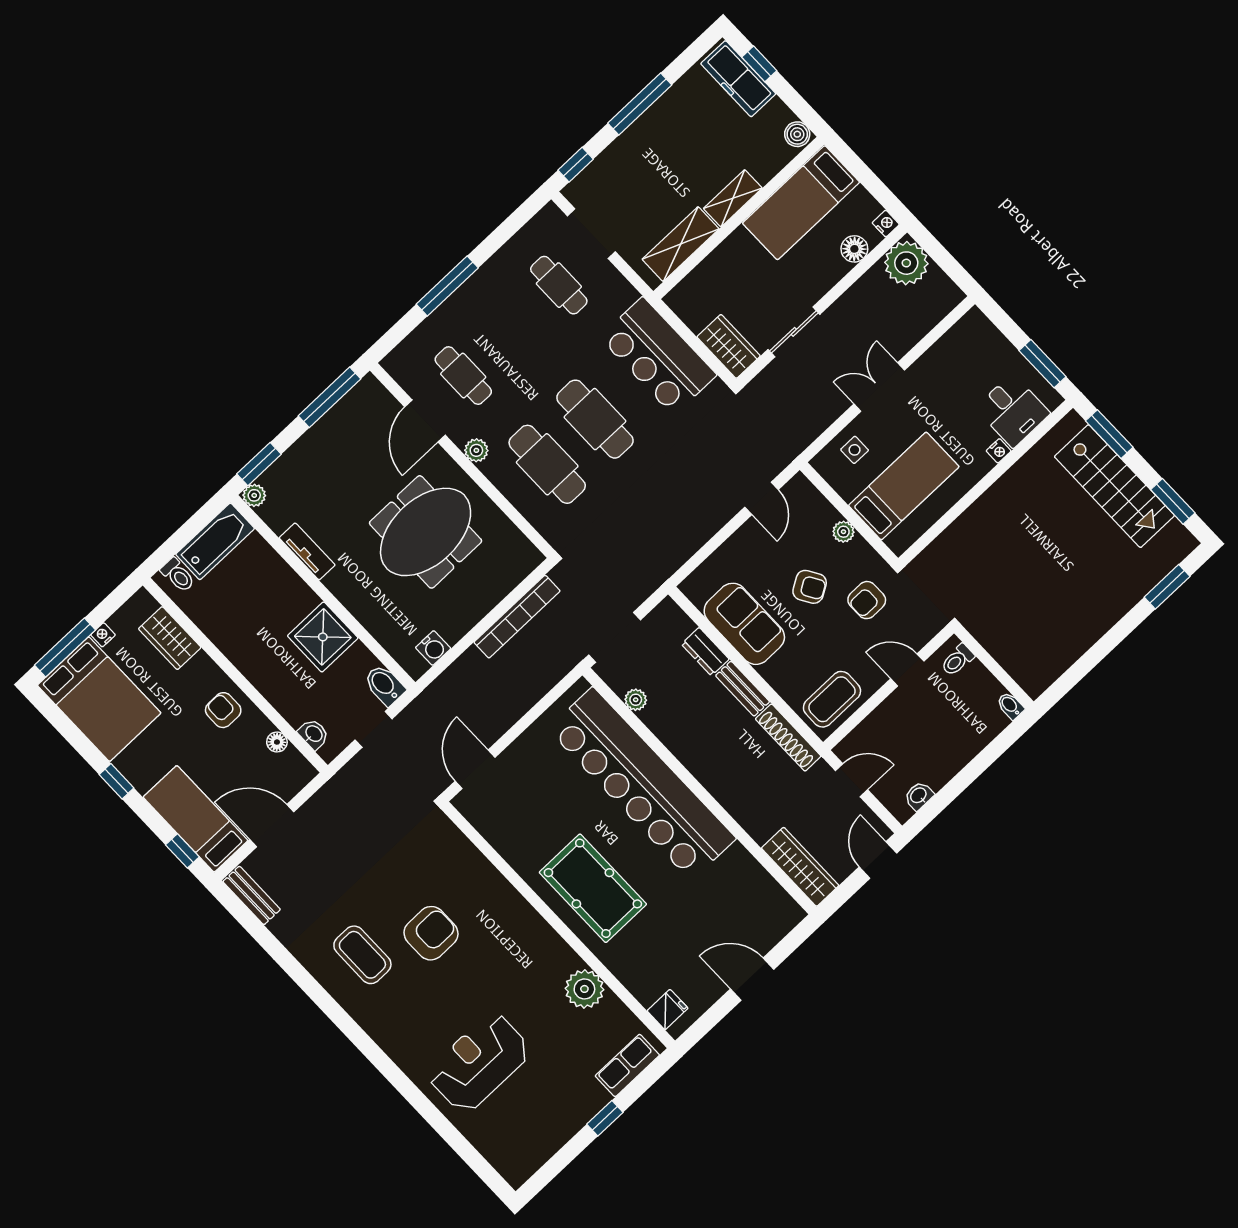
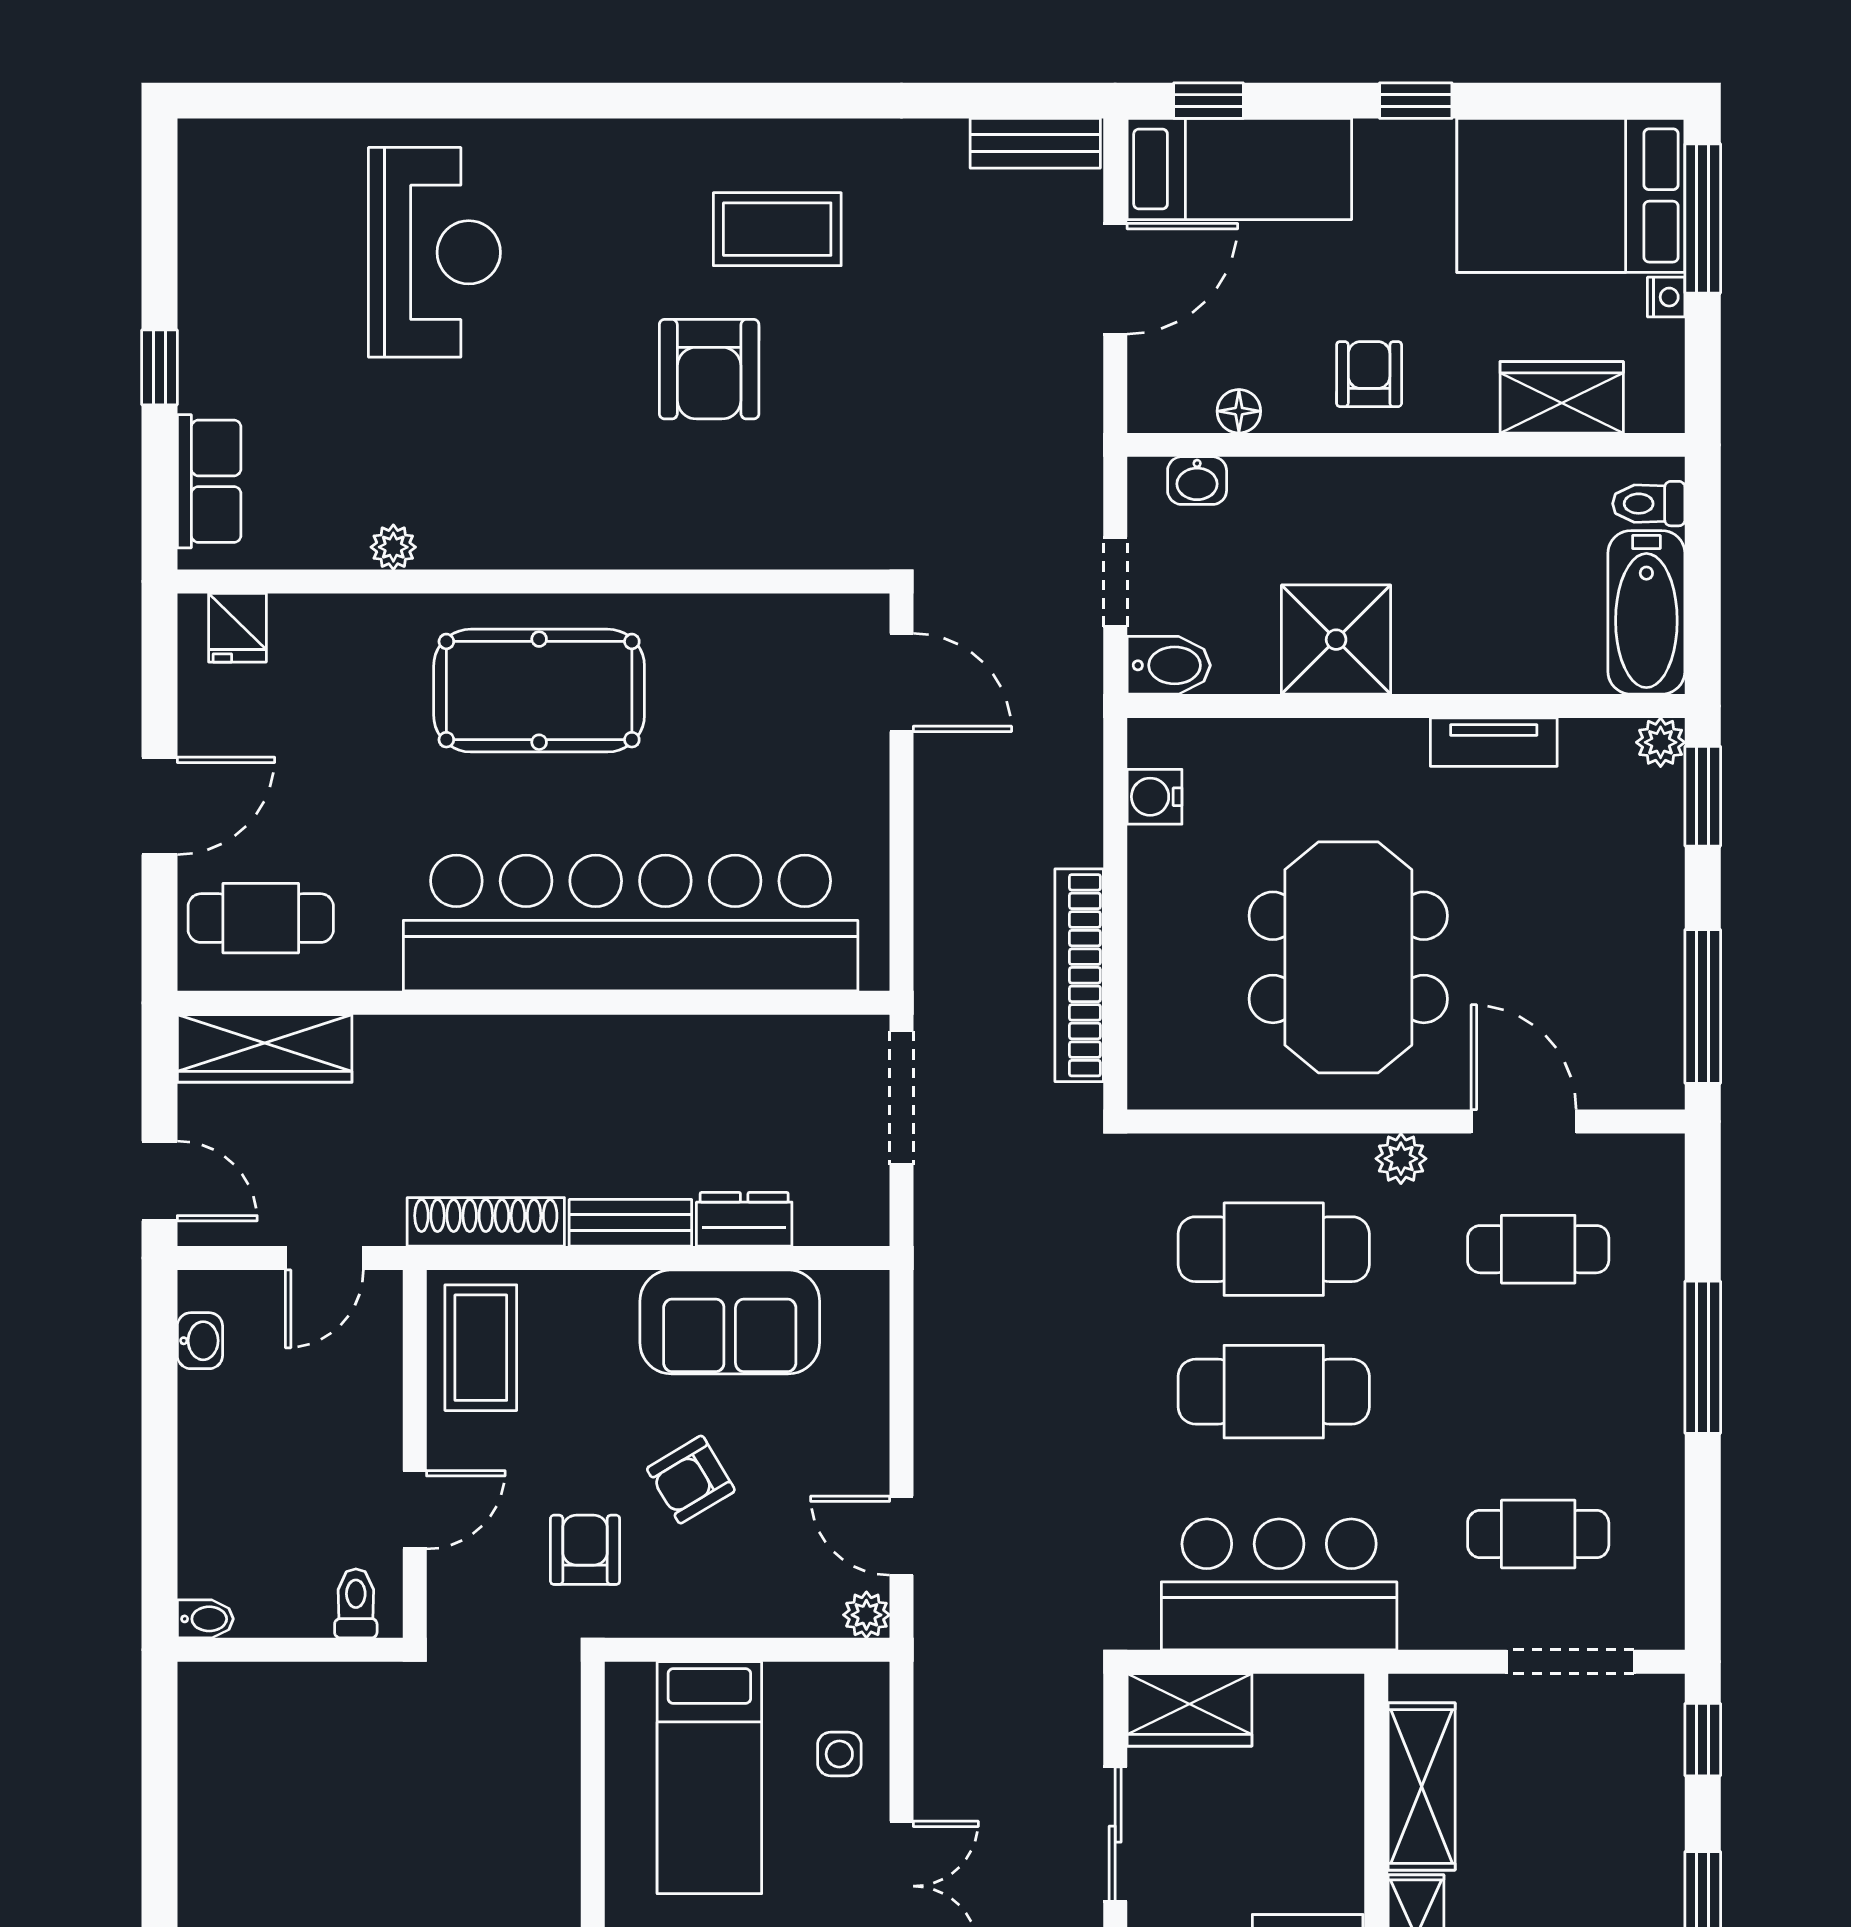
plant: (843, 532) -> (866, 1615), moved
plant: (636, 700) -> (772, 1038), removed
armchair: (223, 710) -> (1369, 374), turned -90
cafe table: (758, 909) -> (261, 918), added
plant: (584, 989) -> (393, 547), width x0.53, depth x0.53

